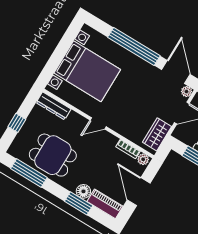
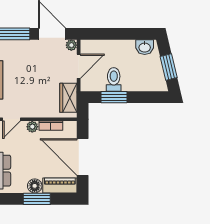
plant: (143, 159) -> (32, 127), moved
door: (139, 192) -> (83, 157), width x1.36

